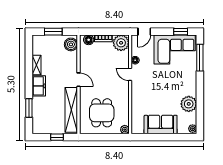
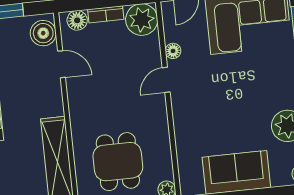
door: (130, 74) -> (166, 80), hinge flipped
door: (78, 80) -> (61, 64), moved

